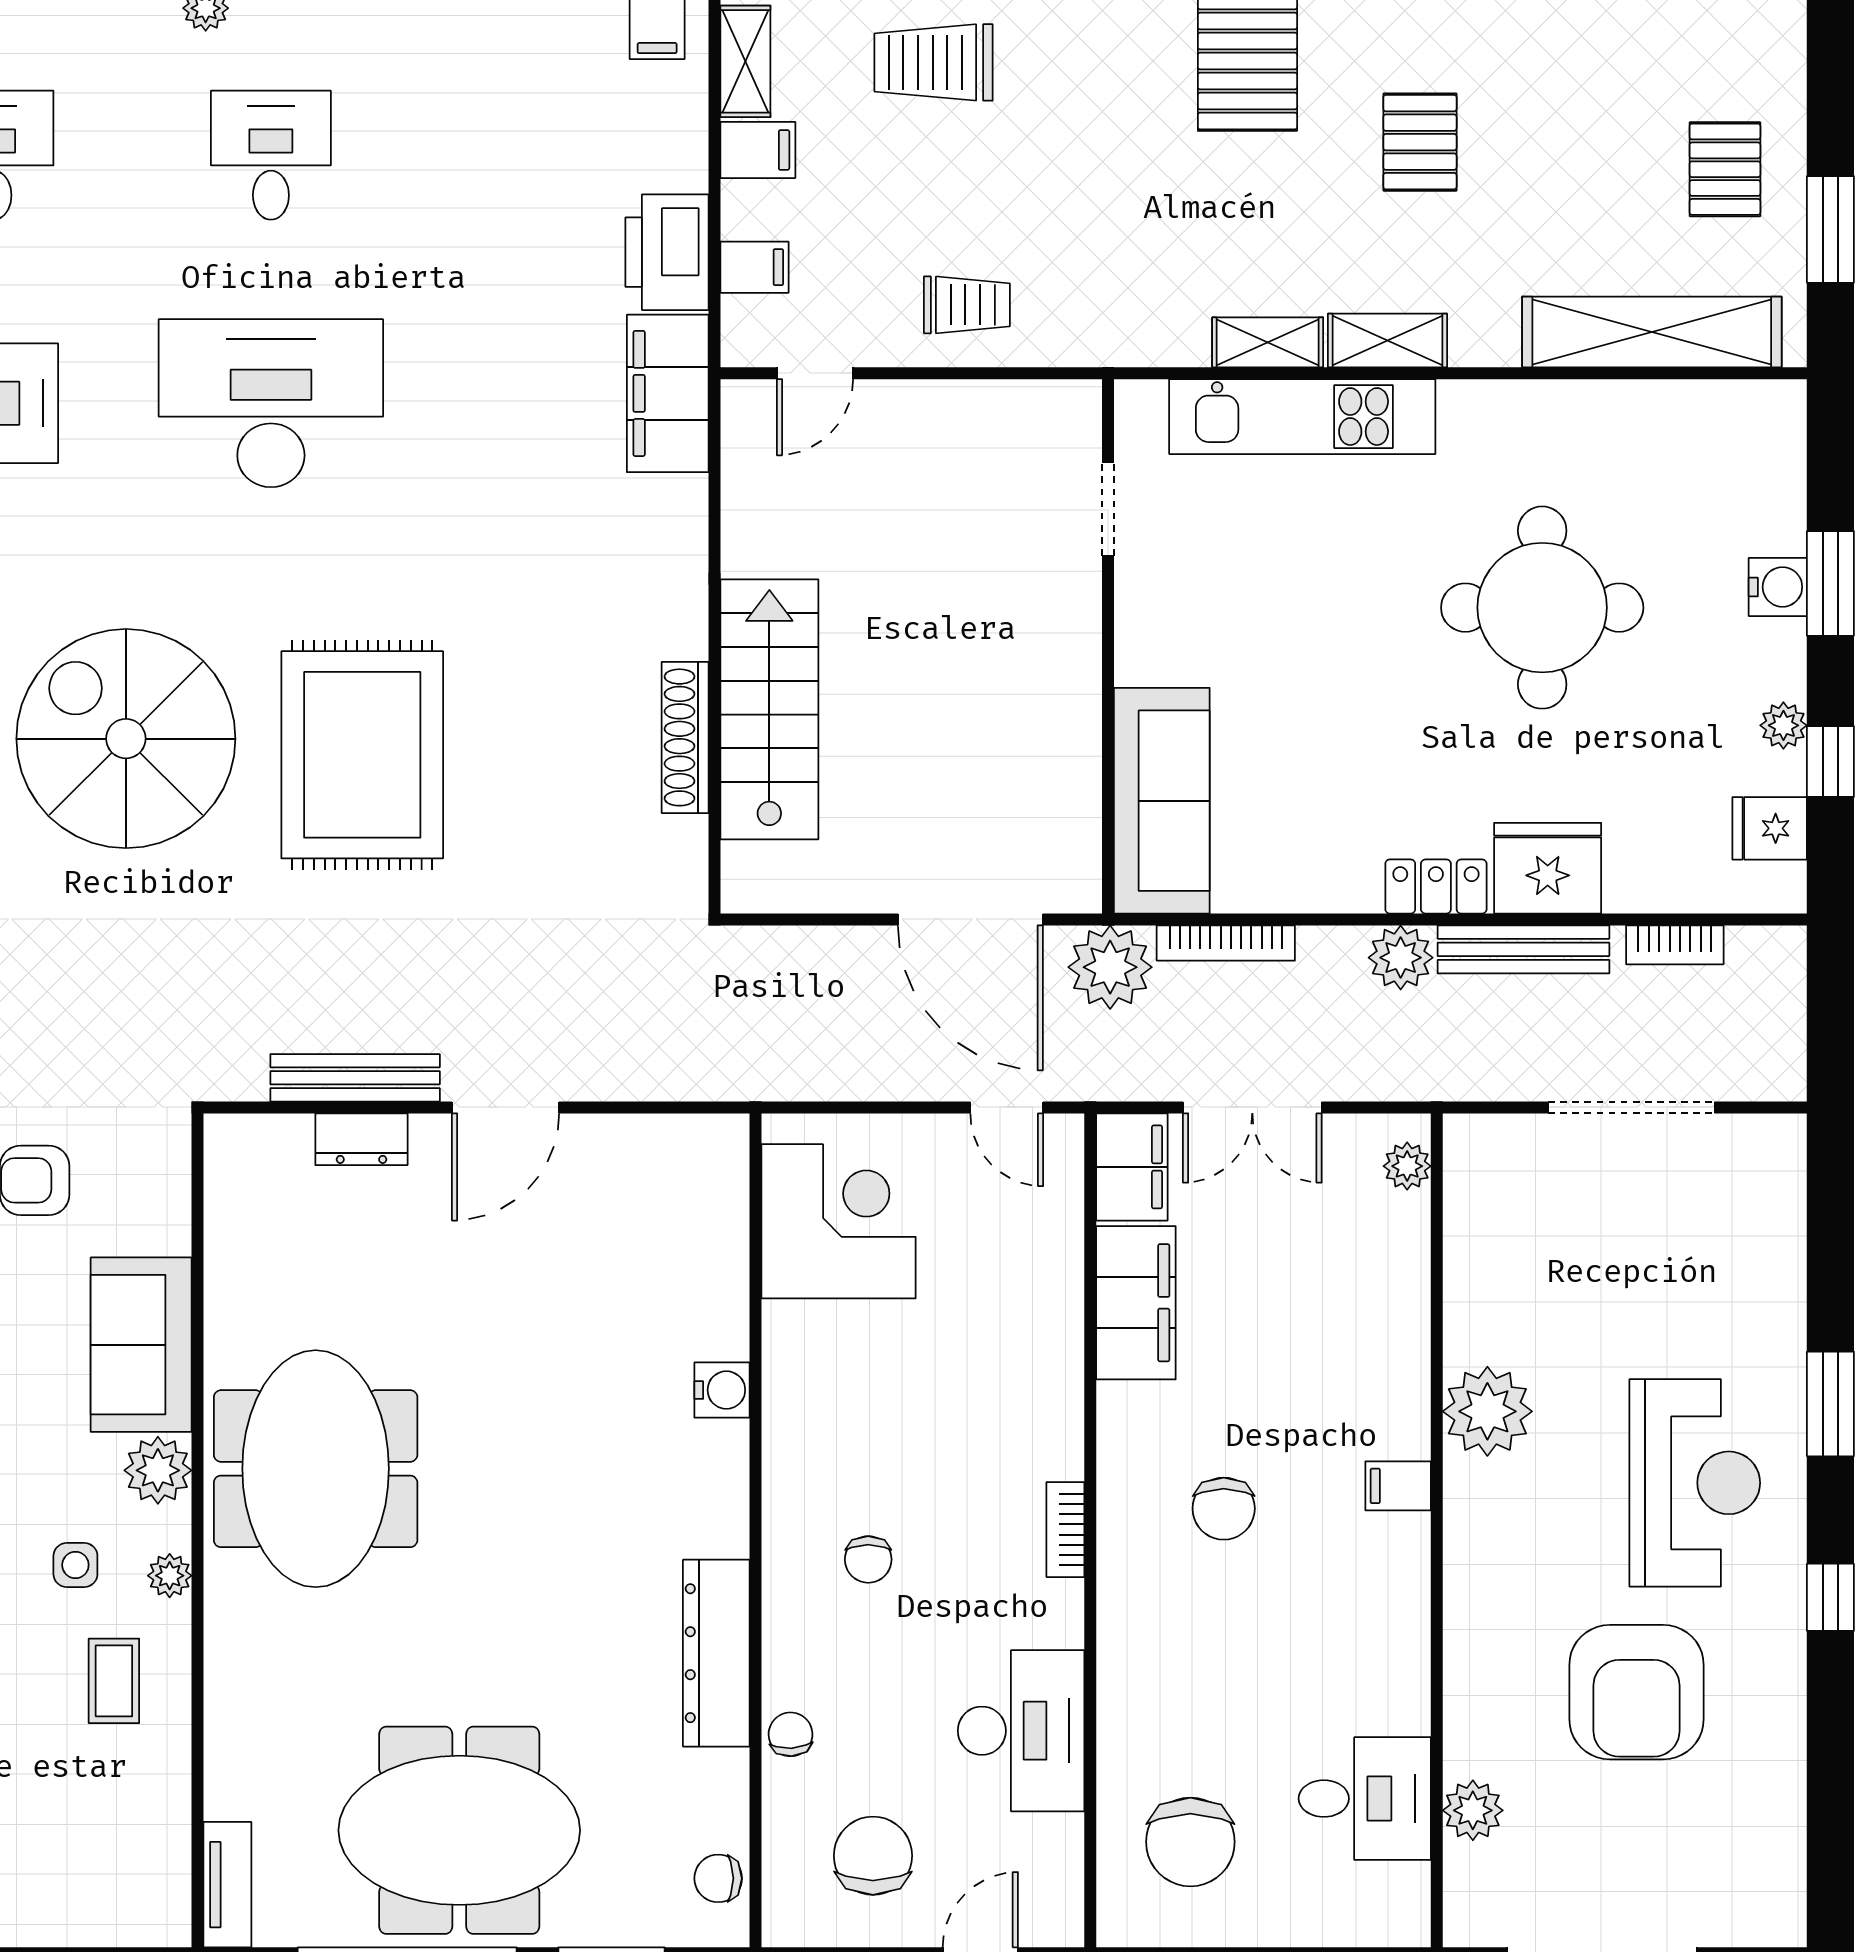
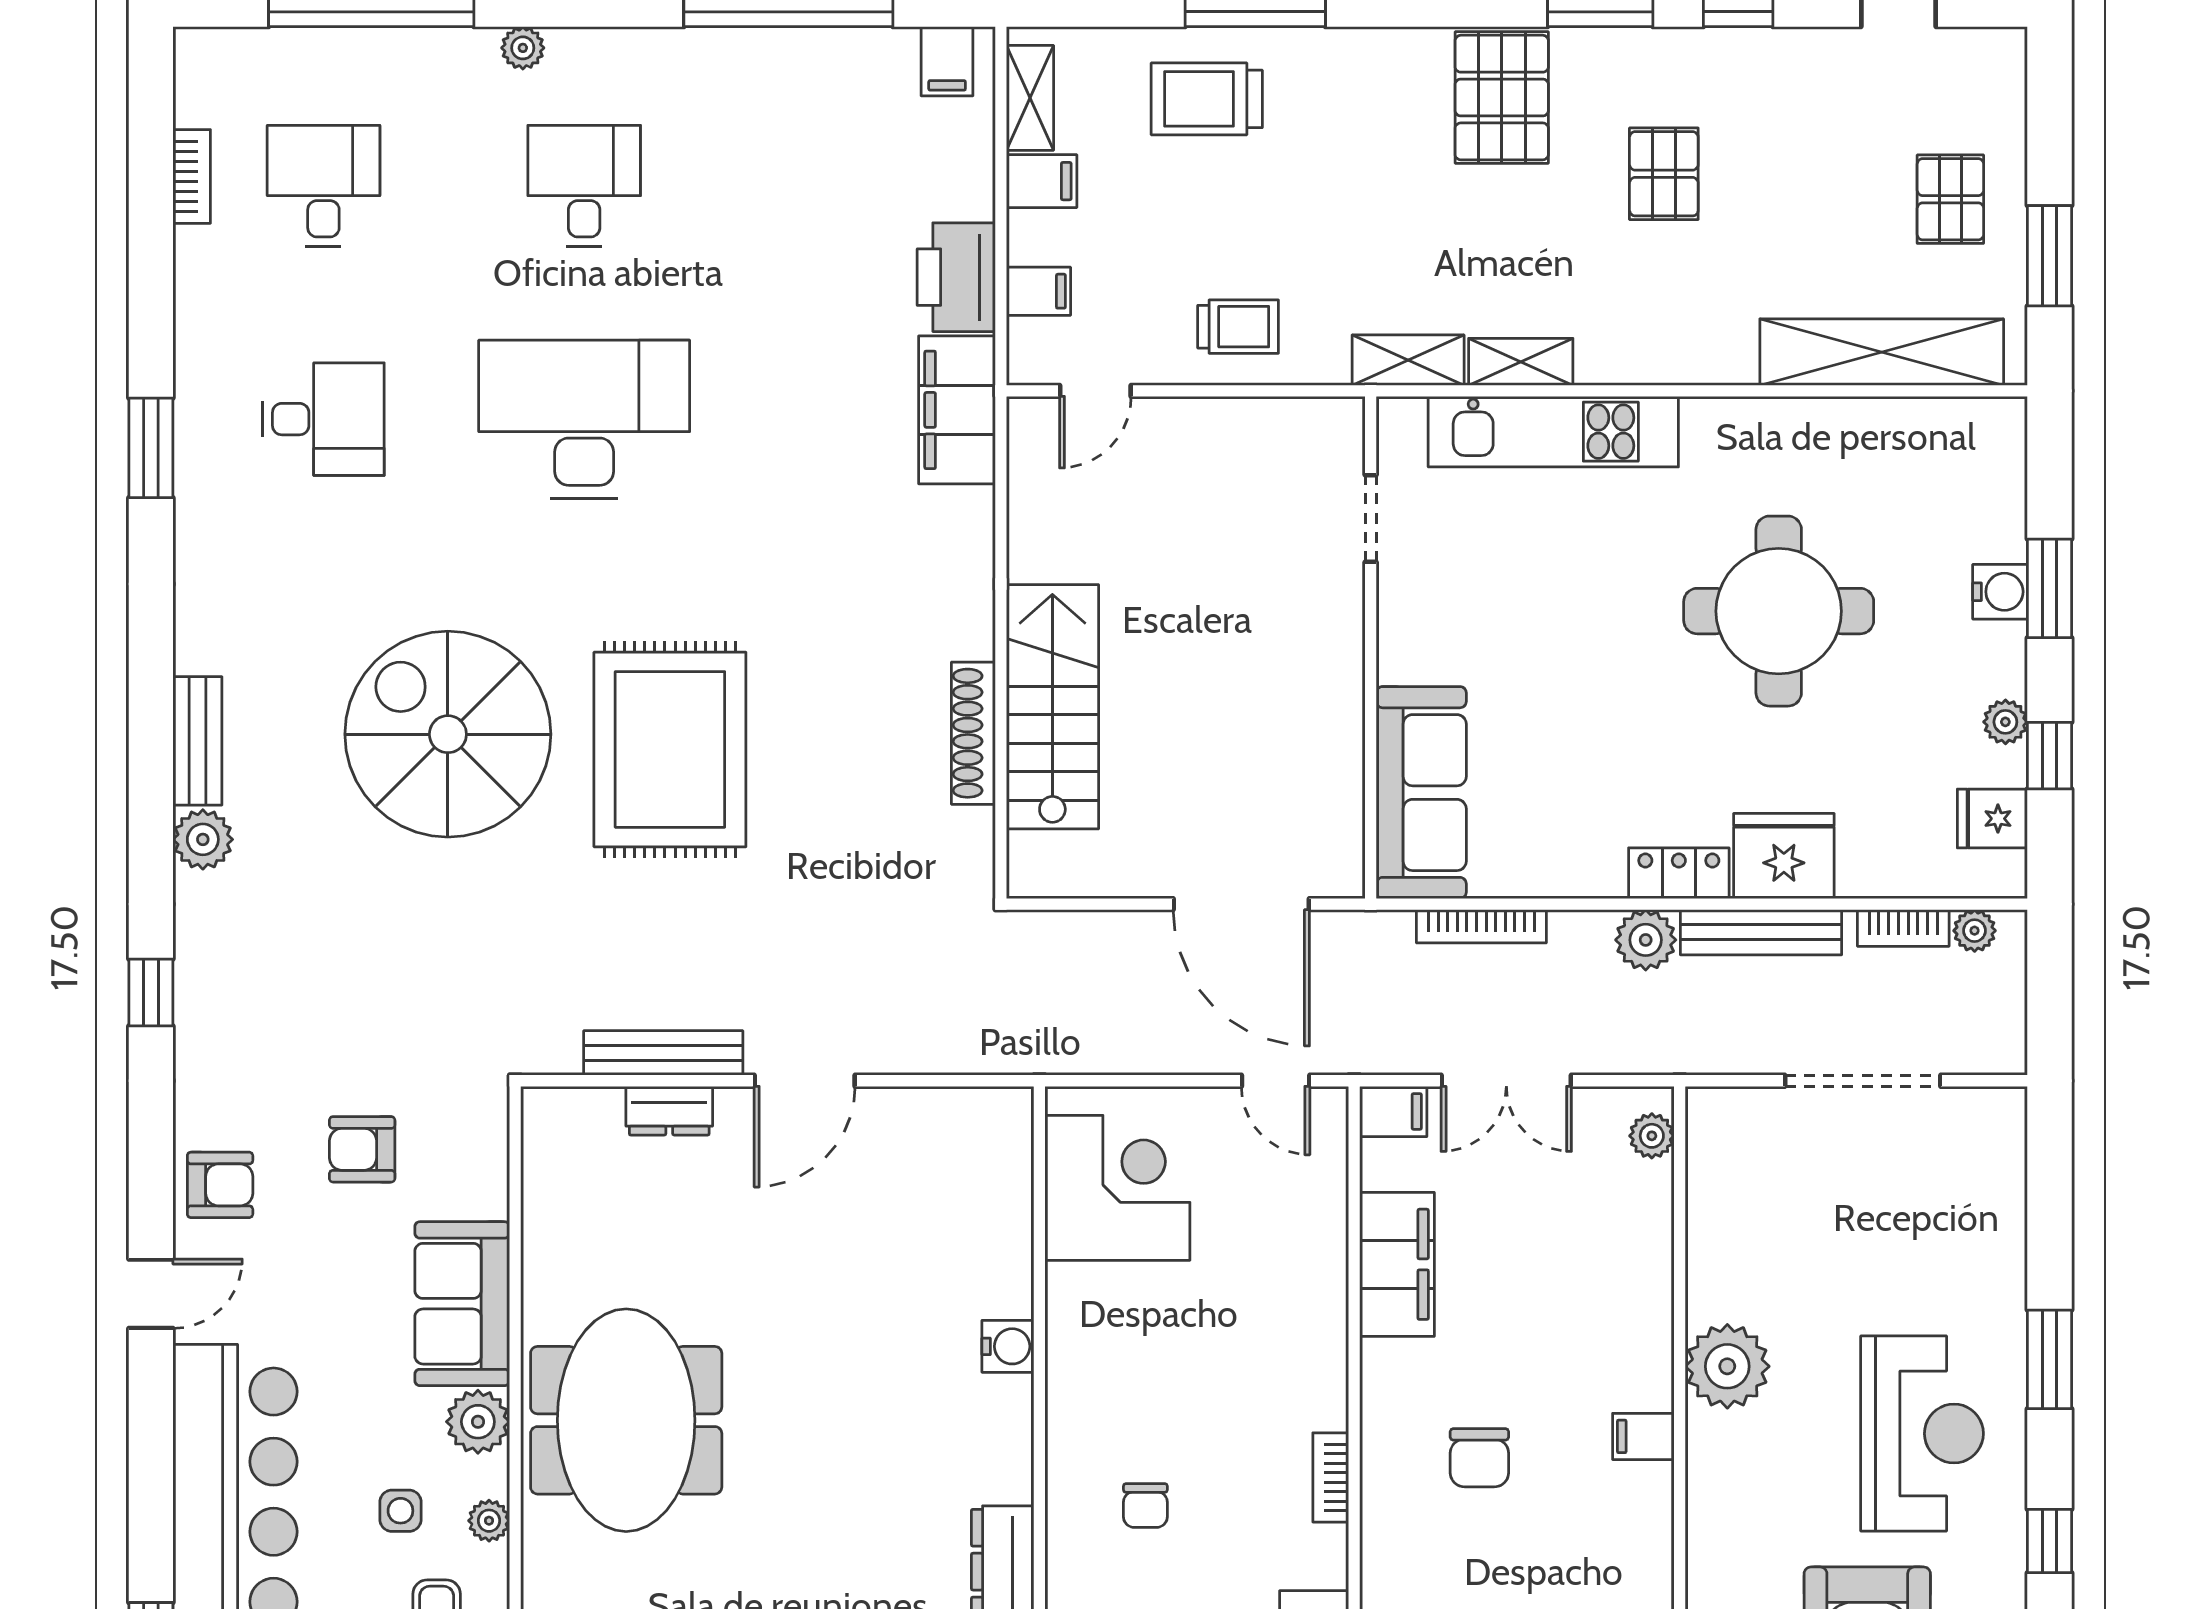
shelving: (1387, 340) -> (1408, 360), moved
plant: (1110, 967) -> (1975, 931), moved, width x0.53, depth x0.53
filing cabinet: (1132, 1167) -> (1393, 1111), width x0.50

